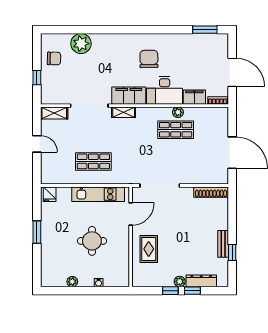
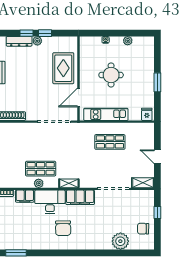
shelving: (124, 112) -> (69, 183), moved
rug: (149, 249) -> (63, 68), width x1.36, depth x1.43

